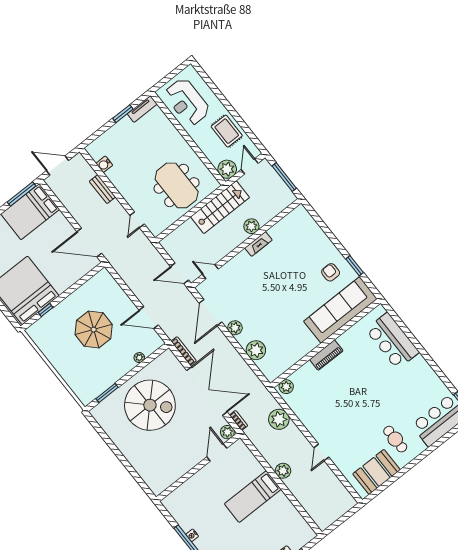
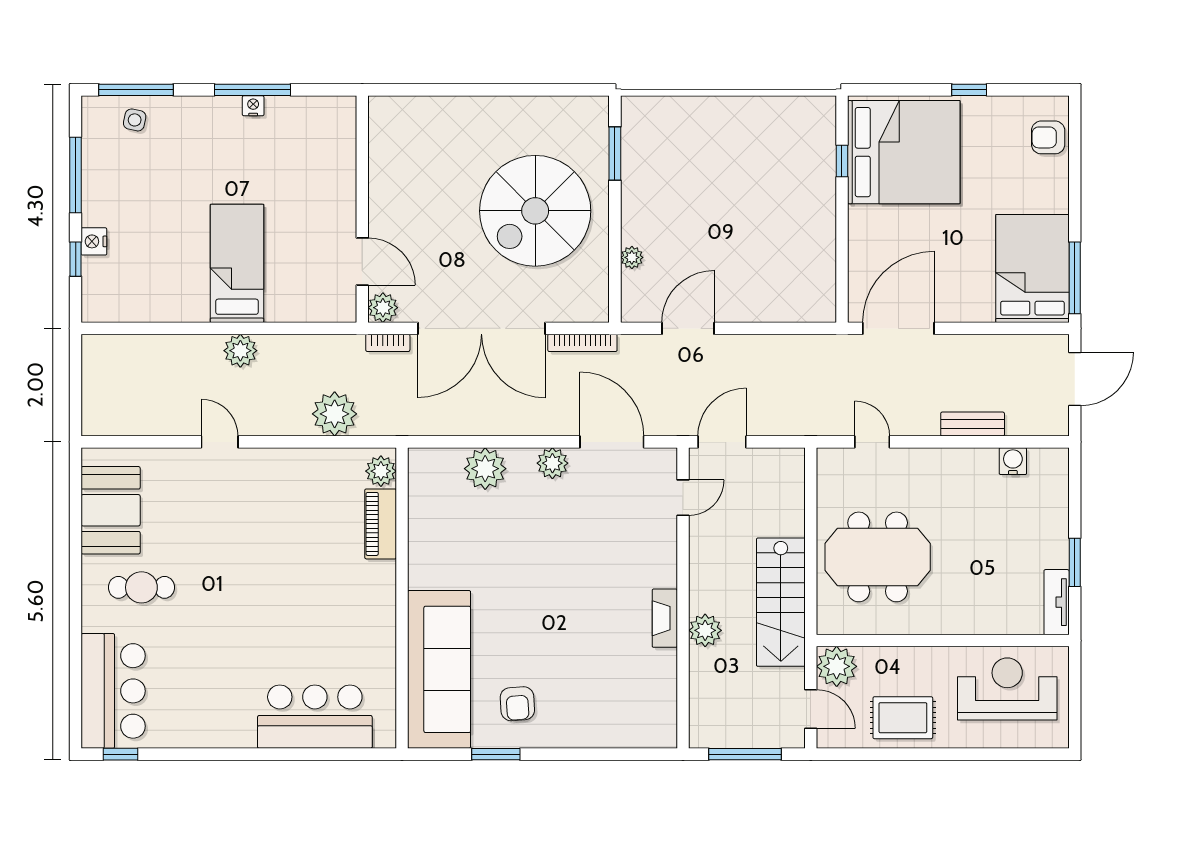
armchair: (331, 272) -> (517, 704), turned 86
parasol: (94, 330) -> (743, 217), removed
piano: (326, 355) -> (381, 524), moved

